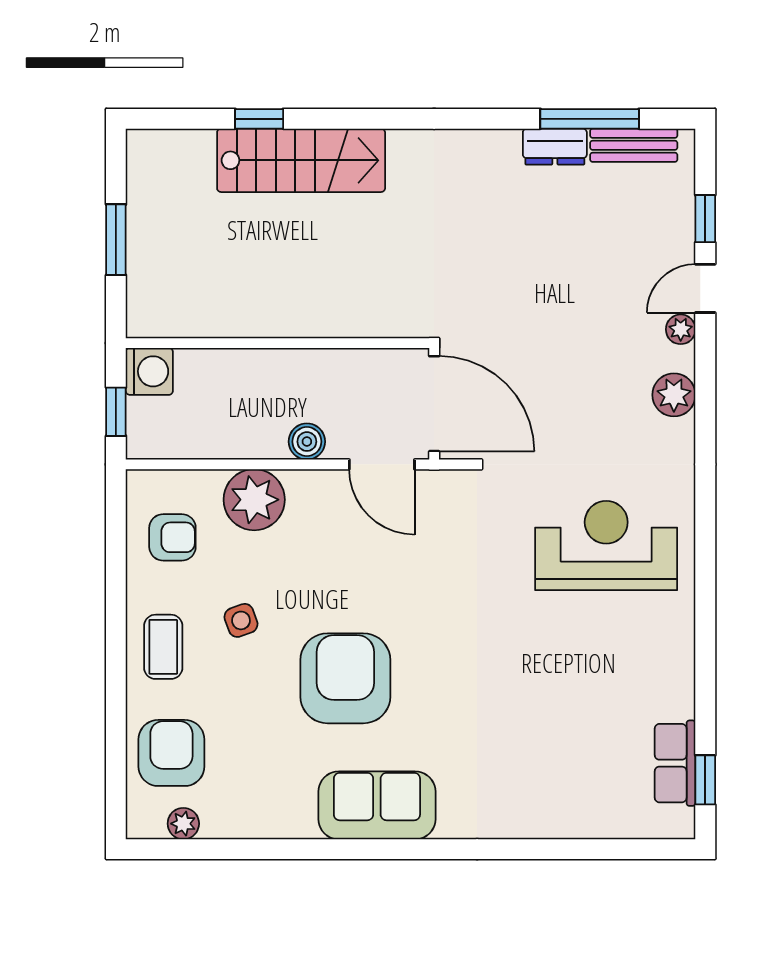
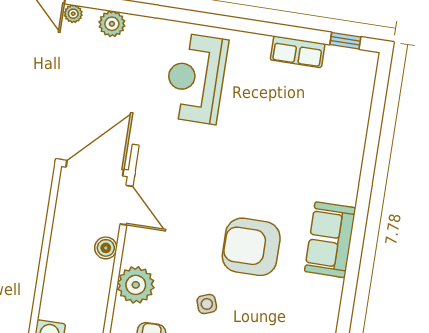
door: (382, 464) -> (126, 205), hinge flipped
row of seats: (675, 763) -> (298, 52), moved

